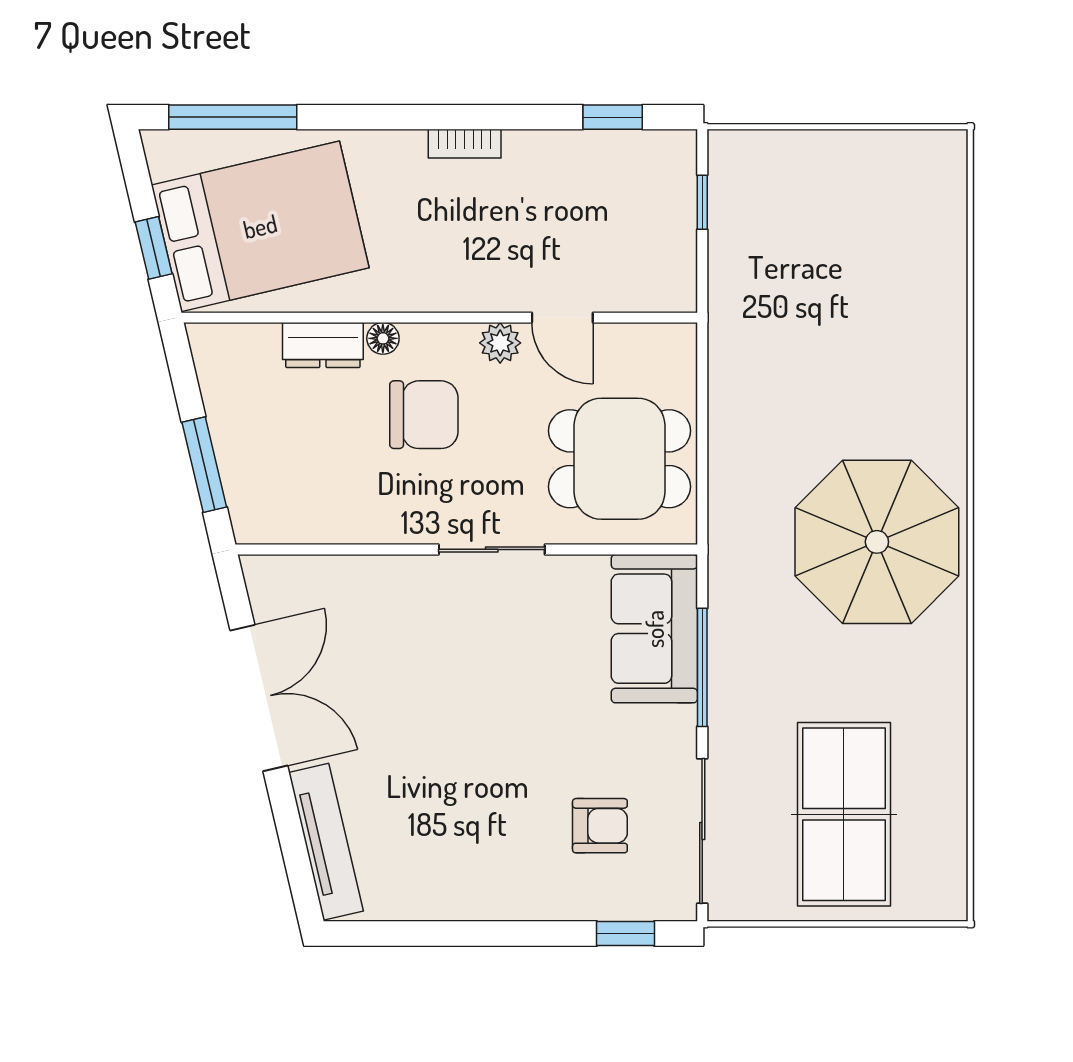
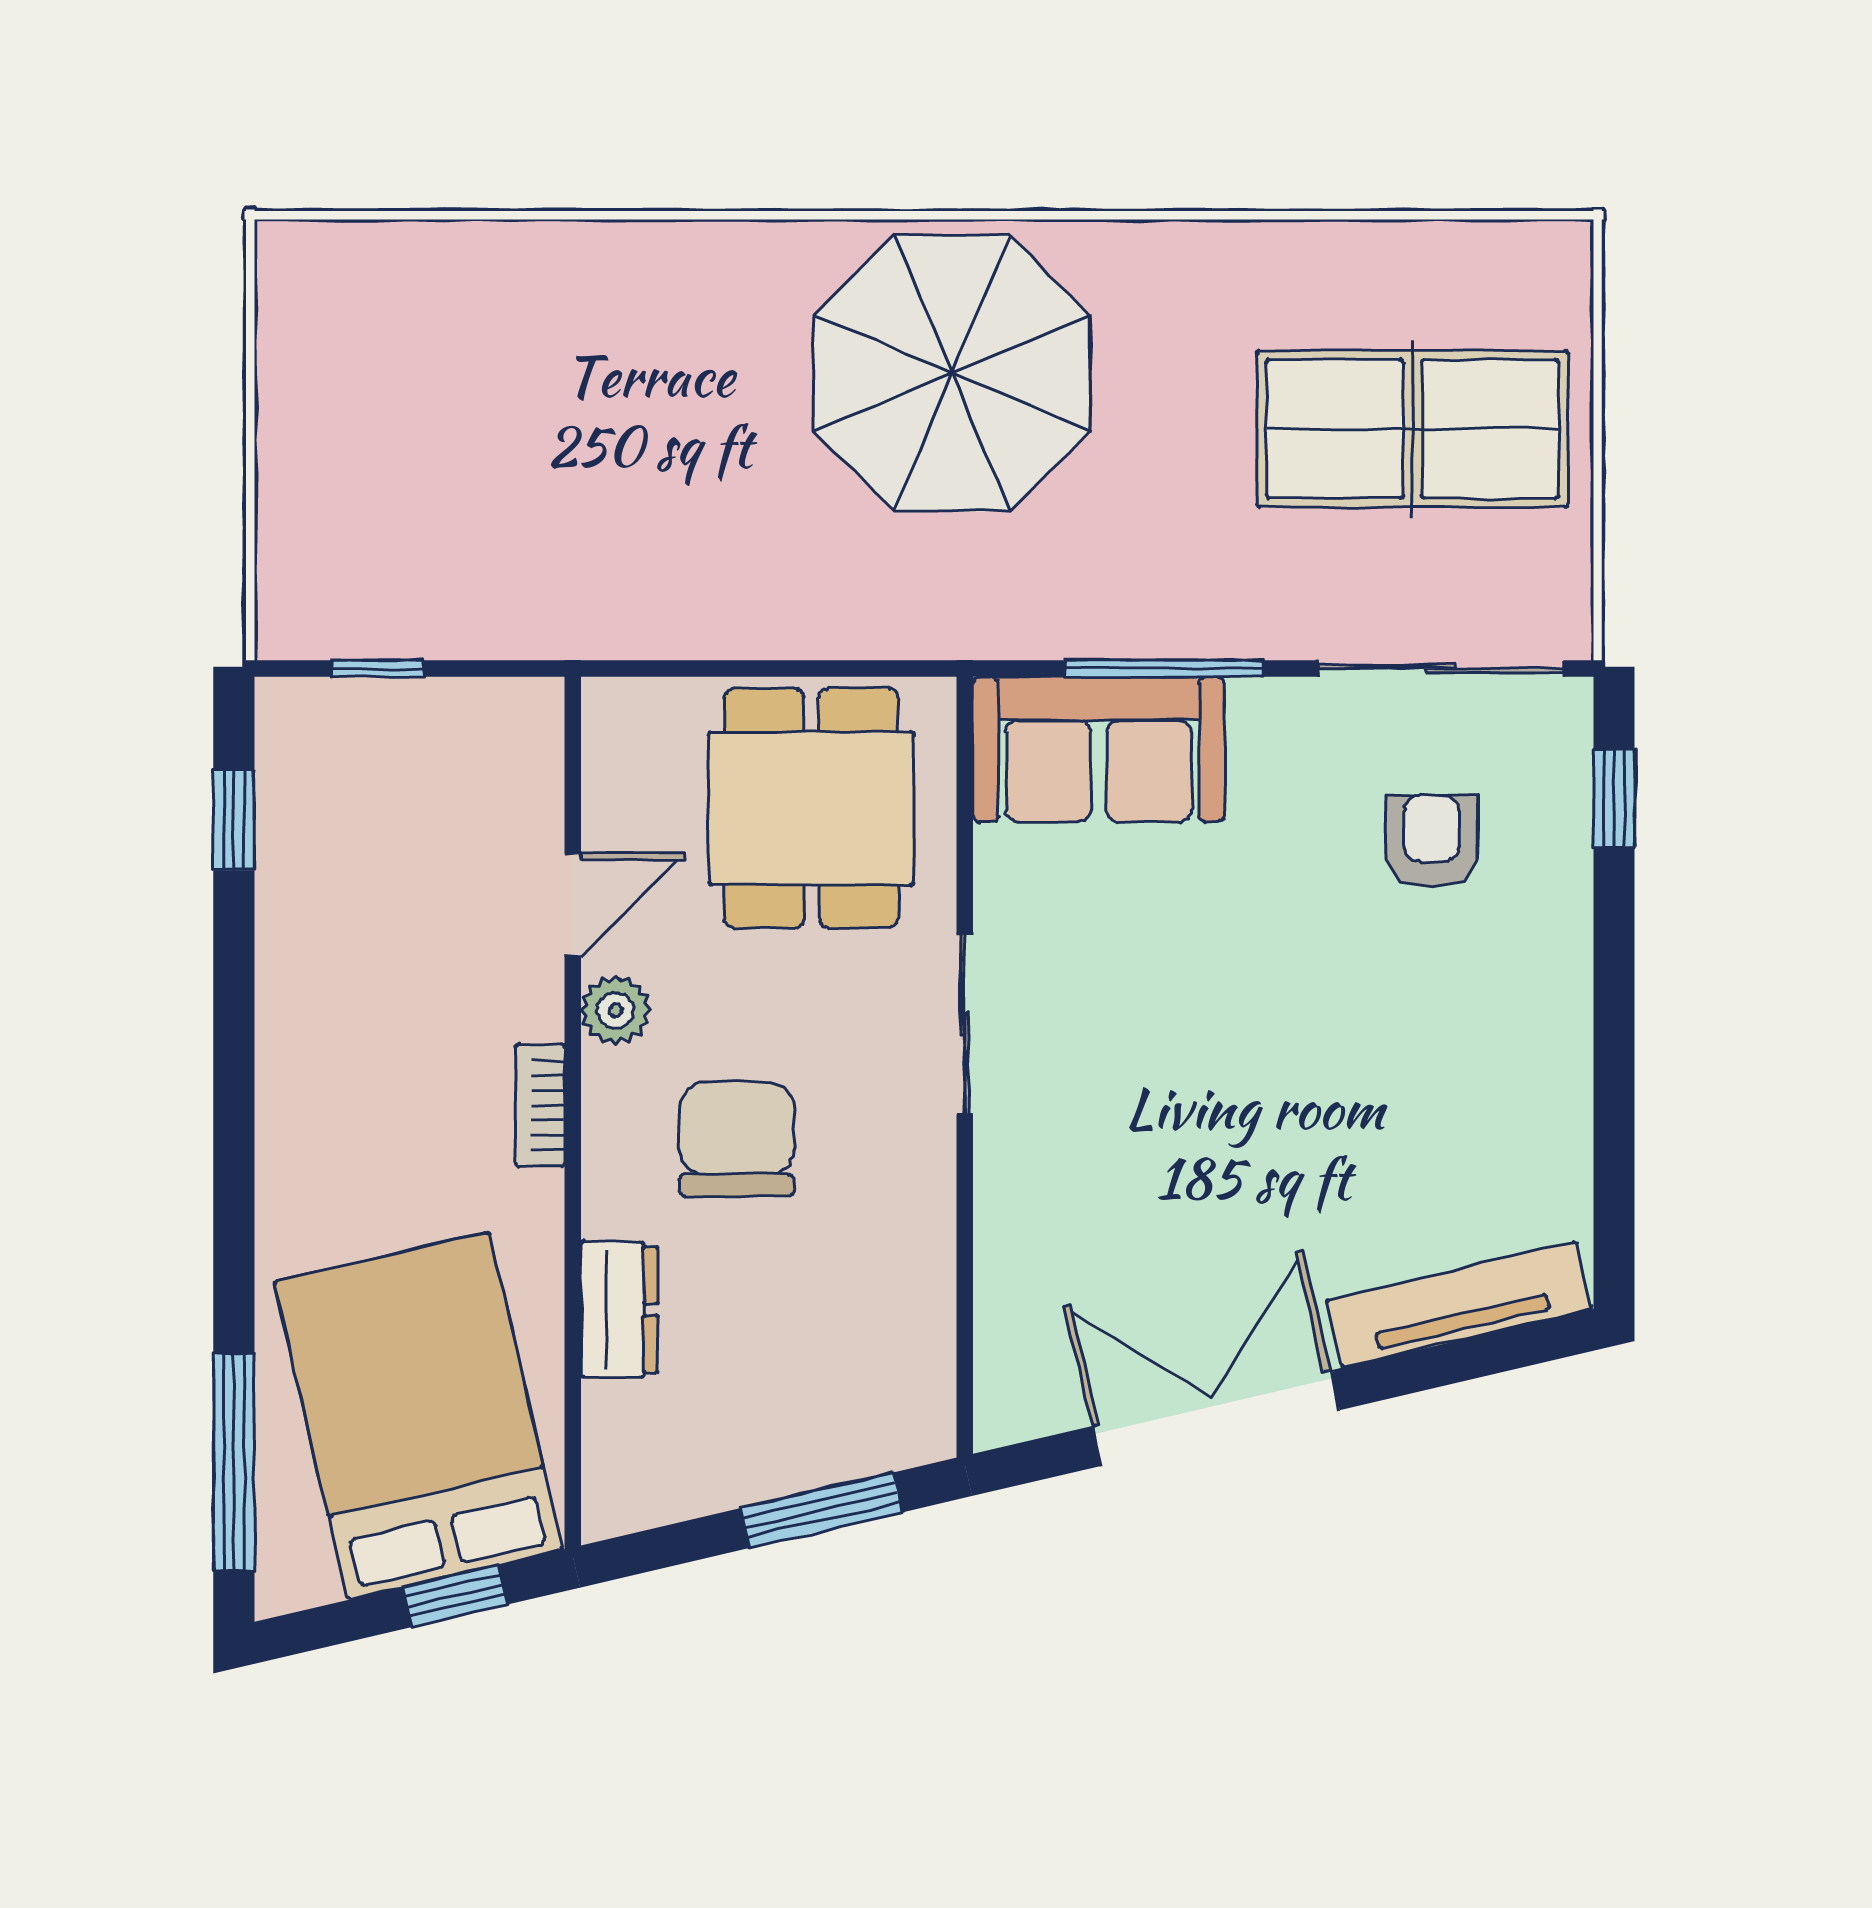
bookcase: (465, 144) -> (540, 1105), moved, turned 180
floor lamp: (383, 338) -> (608, 1208), removed

